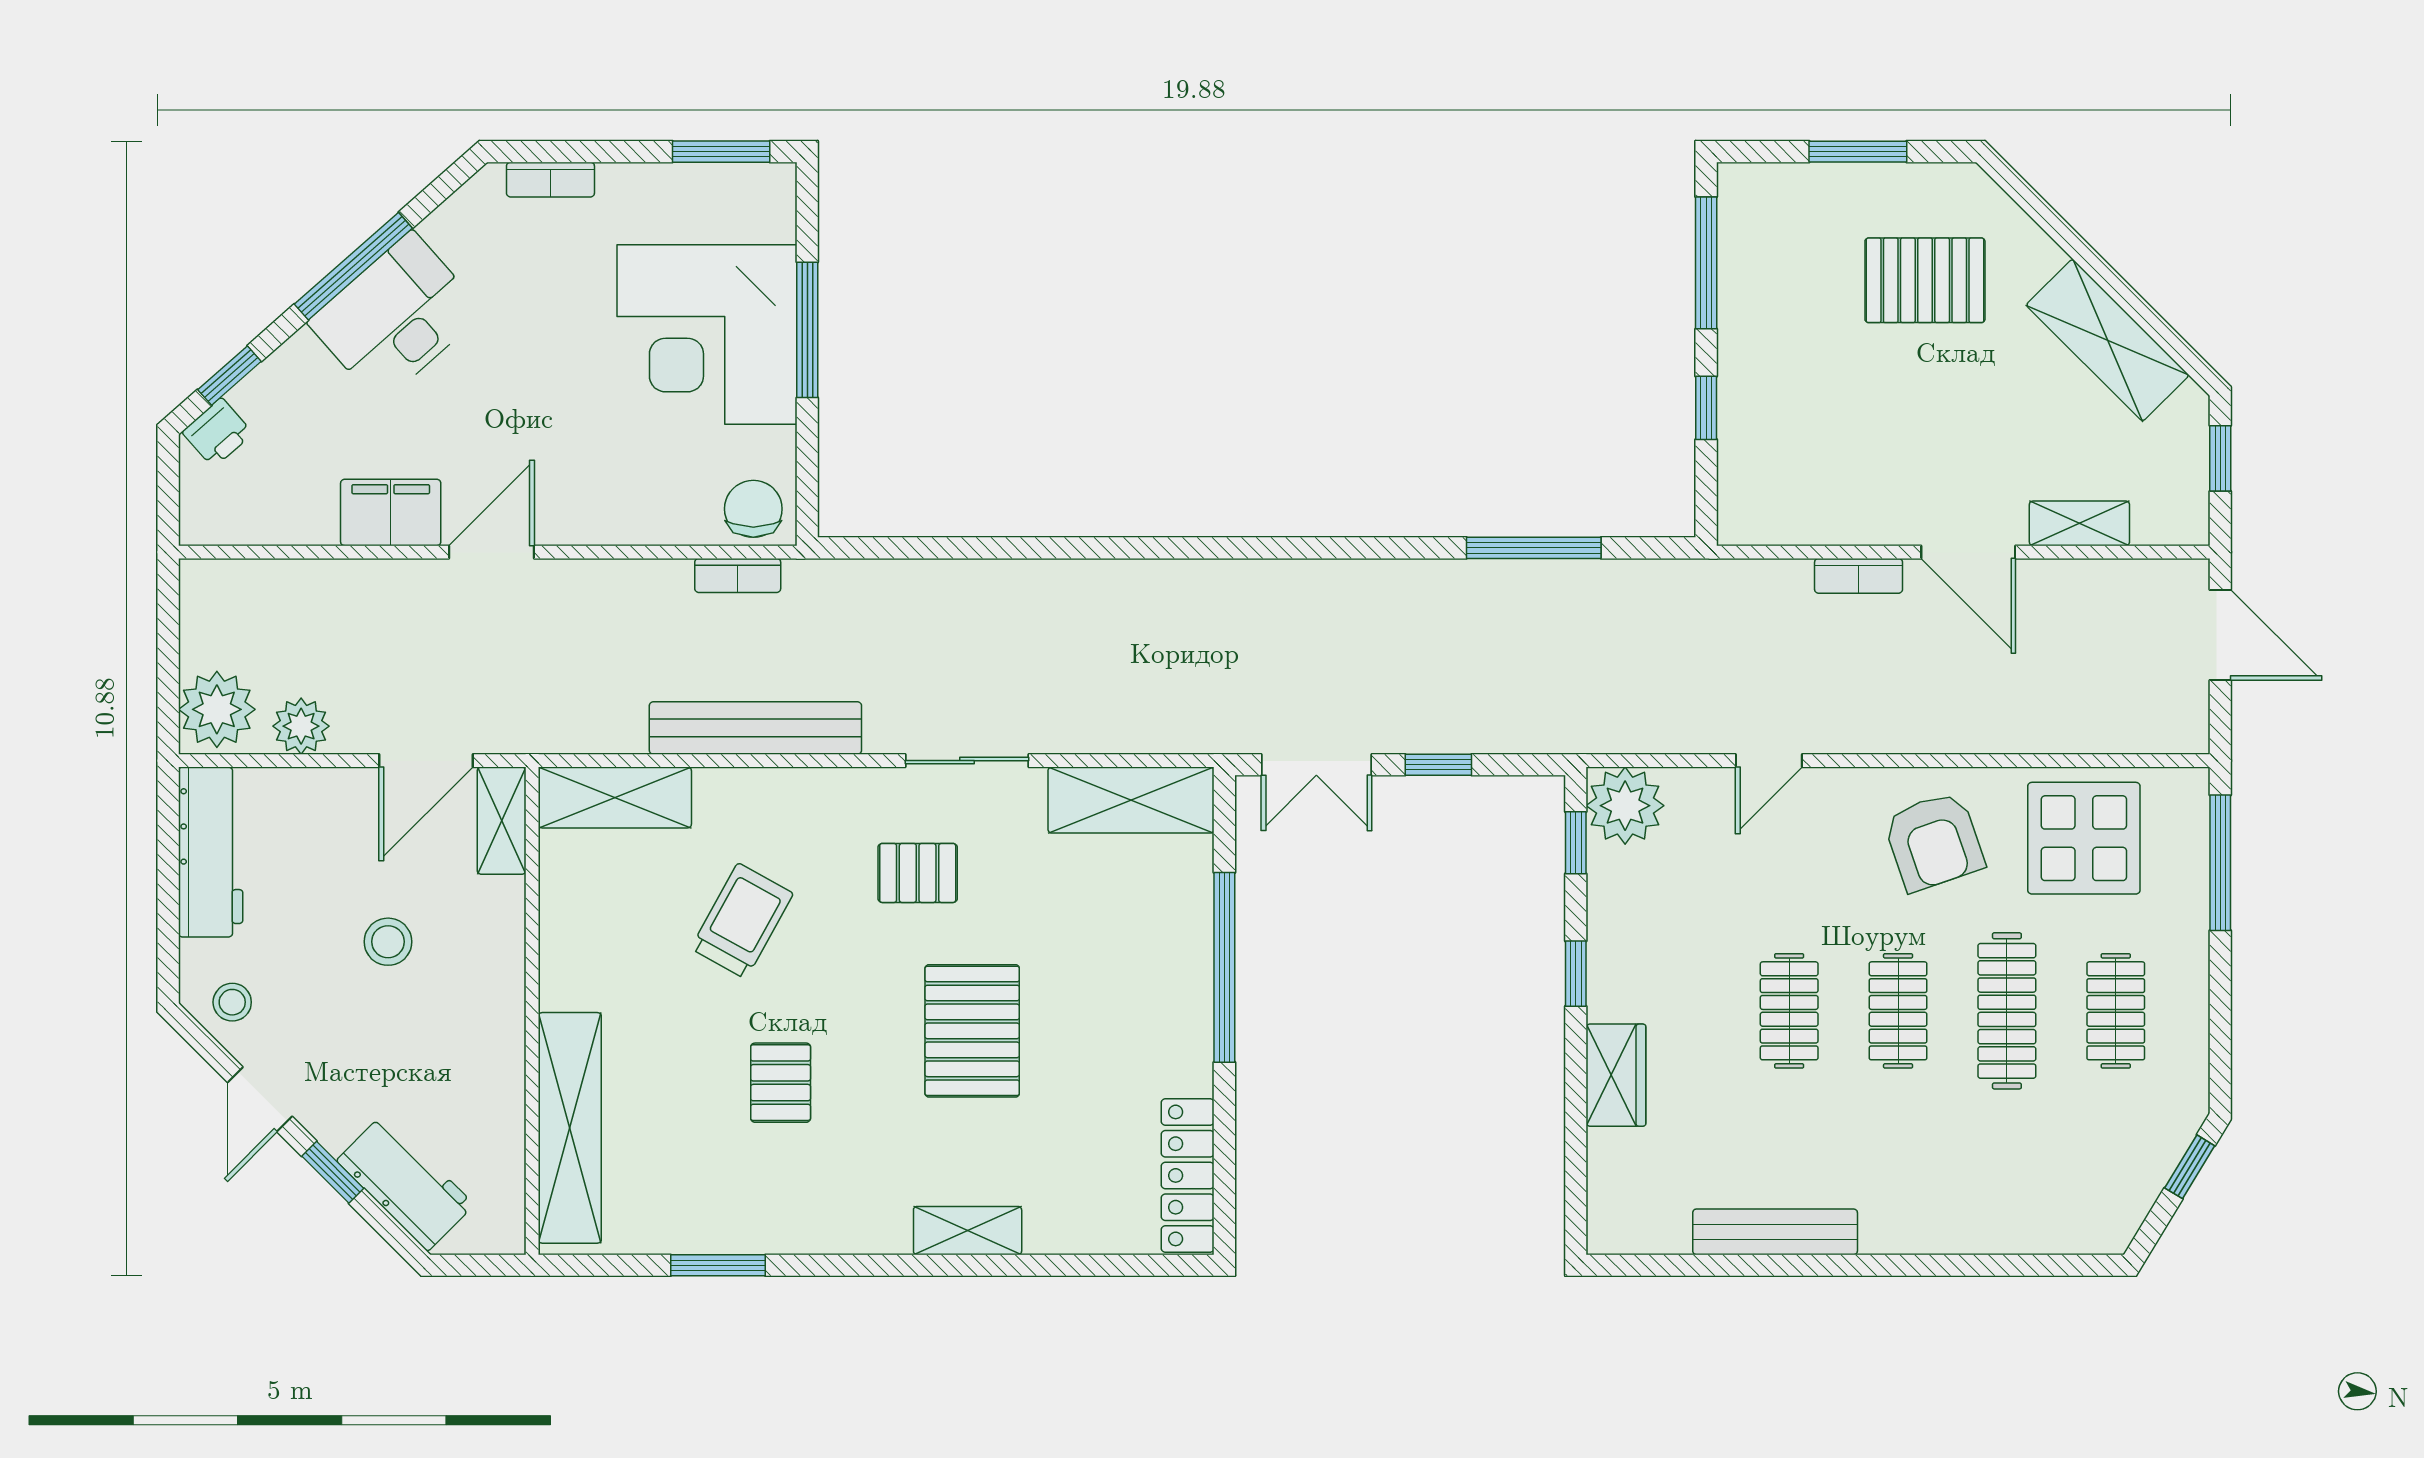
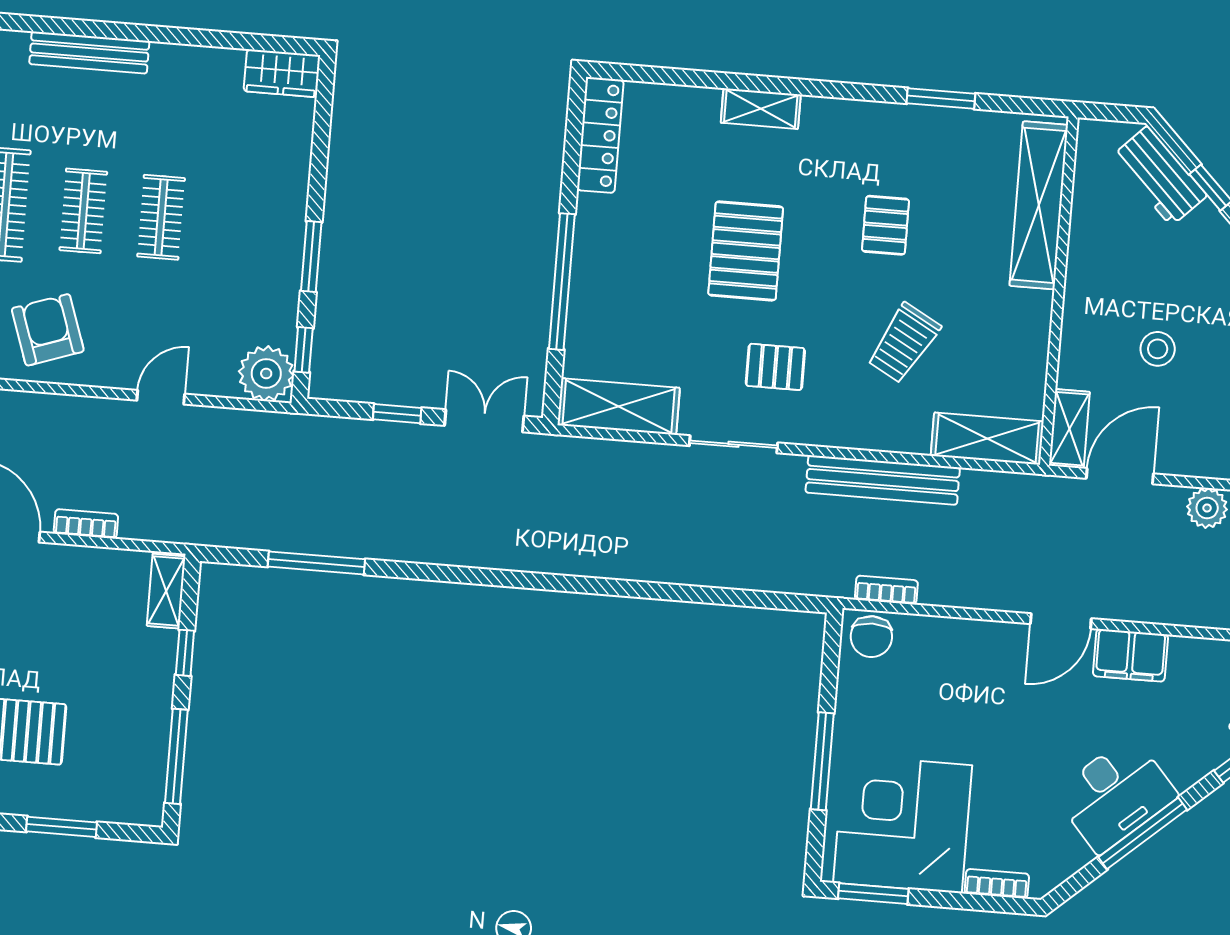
corner desk: (707, 334) -> (903, 824), moved, turned -90
shelving: (1739, 492) -> (166, 591), added
window: (1576, 974) -> (311, 256), width x1.50
wardrobe: (1616, 1075) -> (282, 73), moved, turned -90
bench: (1775, 1232) -> (89, 53), moved

